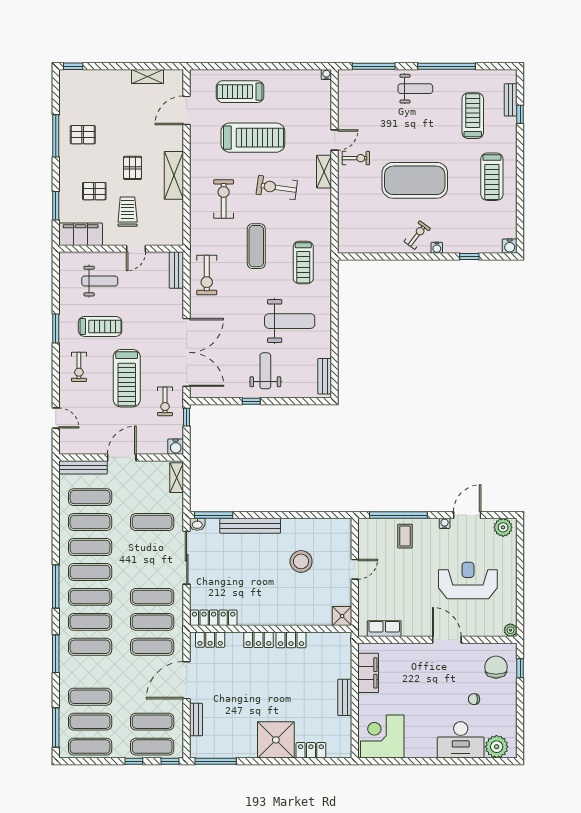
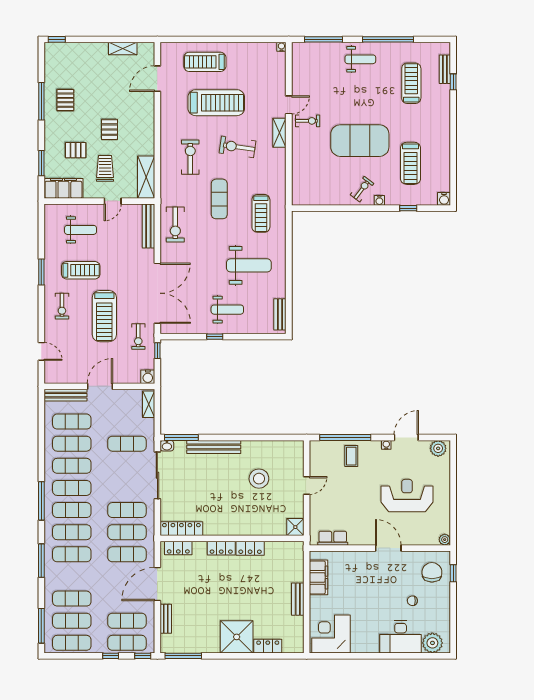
pallet: (83, 135) -> (65, 100), turned 90
shelving: (174, 175) -> (146, 177), moved
treadmill: (492, 177) -> (411, 163), moved
bench: (176, 270) -> (148, 226), width x1.36
weight bench: (265, 371) -> (227, 310), turned 90

